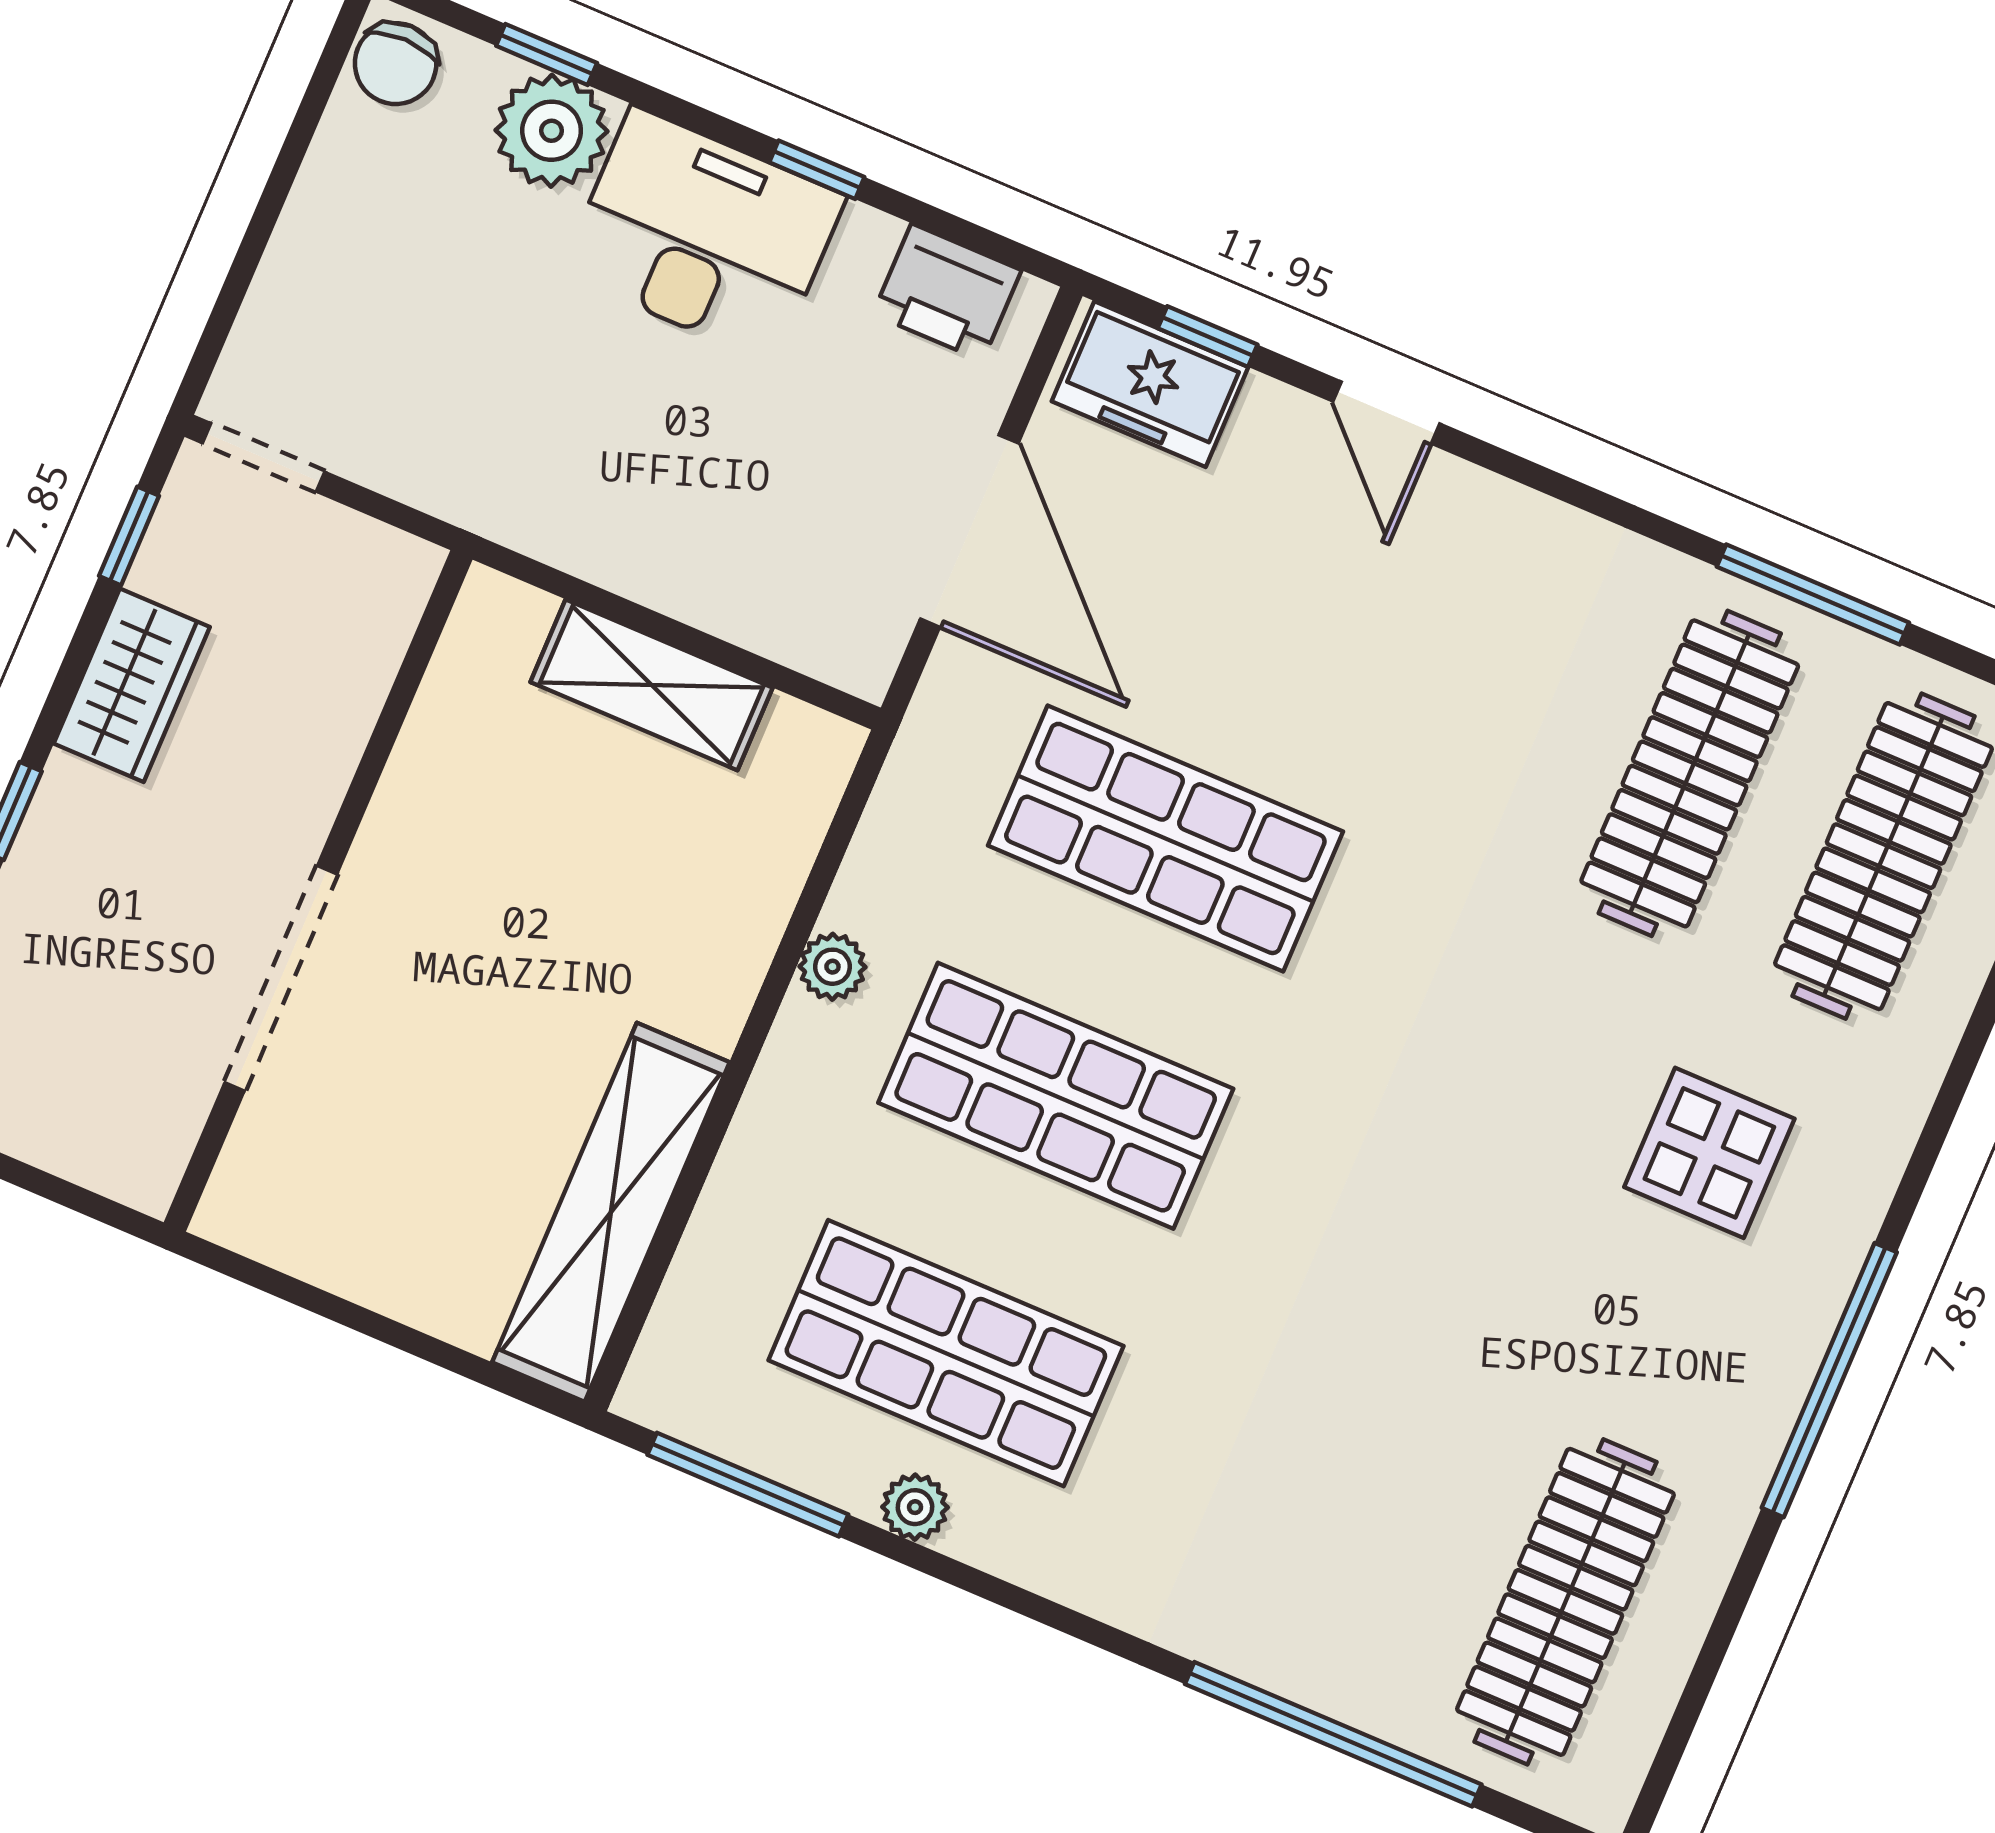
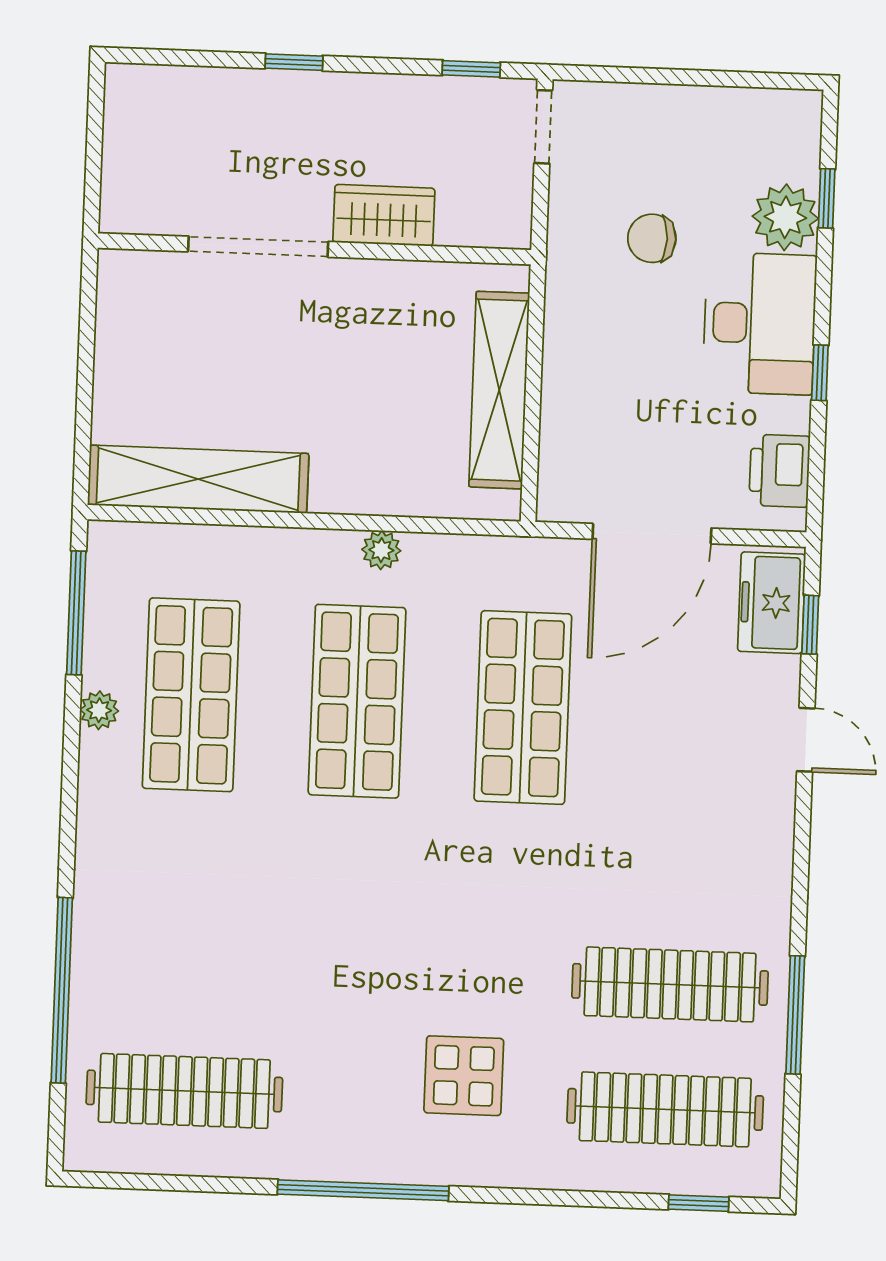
chair: (396, 64) -> (652, 238), moved
door: (1386, 413) -> (806, 740), swing flipped
wardrobe: (132, 685) -> (384, 215), moved, turned 180
shelving: (651, 685) -> (499, 390), width x1.47

